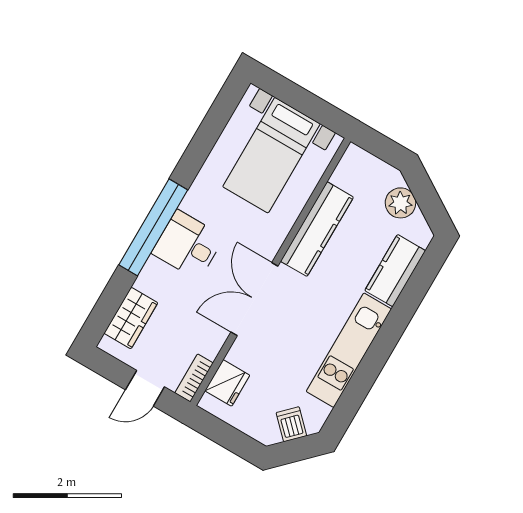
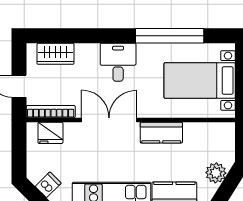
window: (153, 227) -> (170, 36), moved
kitchen counter: (317, 229) -> (161, 133), width x0.67
bookcase: (194, 378) -> (51, 112), width x1.56

